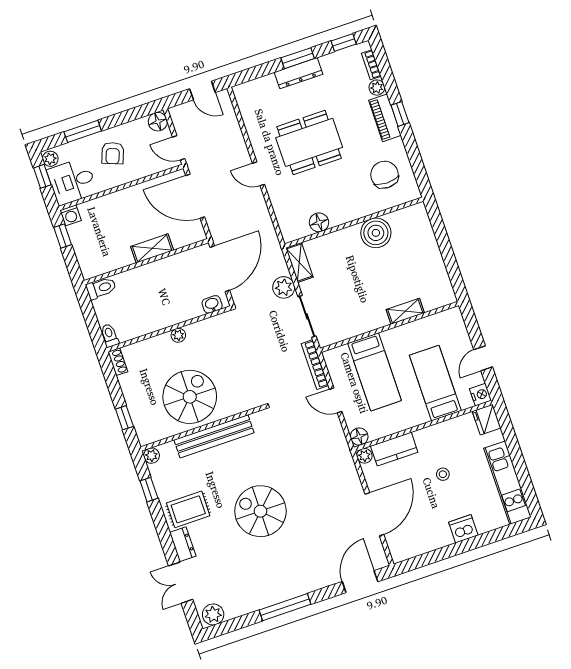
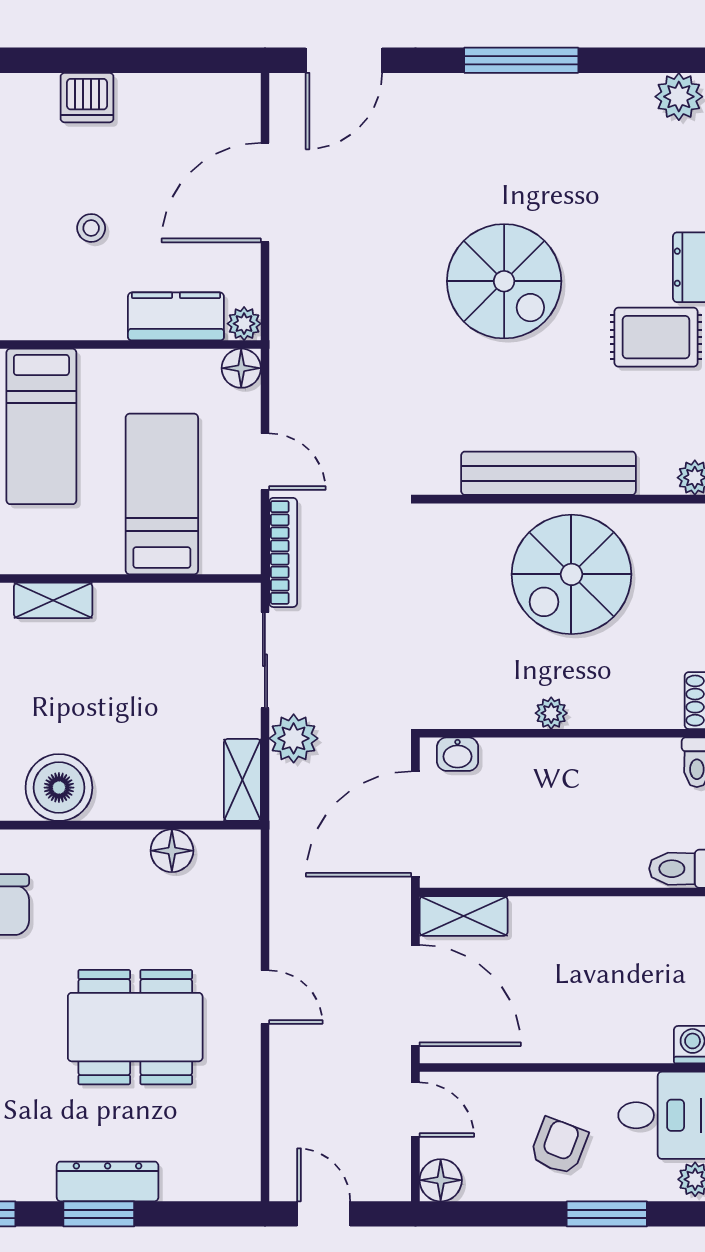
shelving: (152, 248) -> (464, 916), moved

